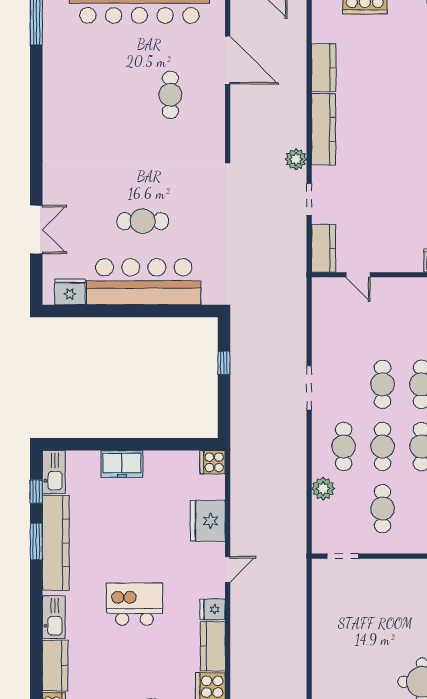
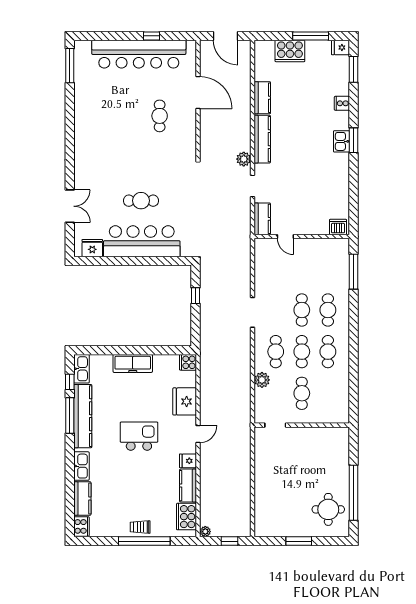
freezer: (122, 464) -> (133, 363), width x1.40
window: (36, 542) -> (70, 415), width x1.44
kitchen island: (134, 604) -> (139, 436), moved

